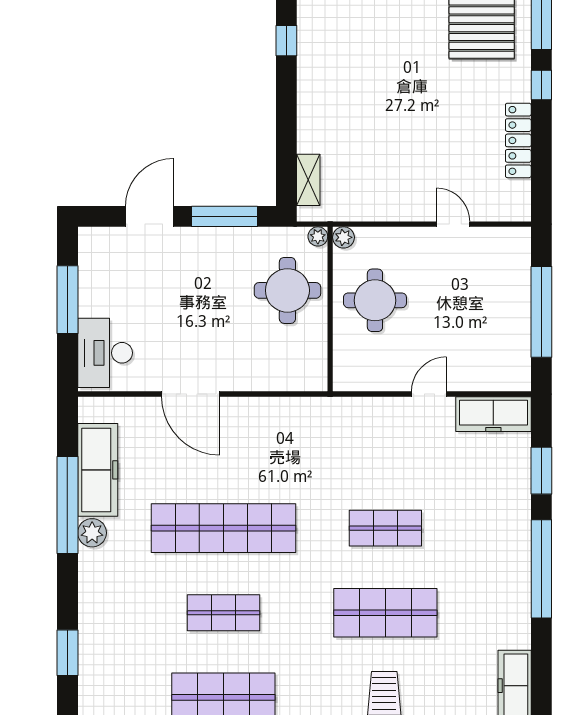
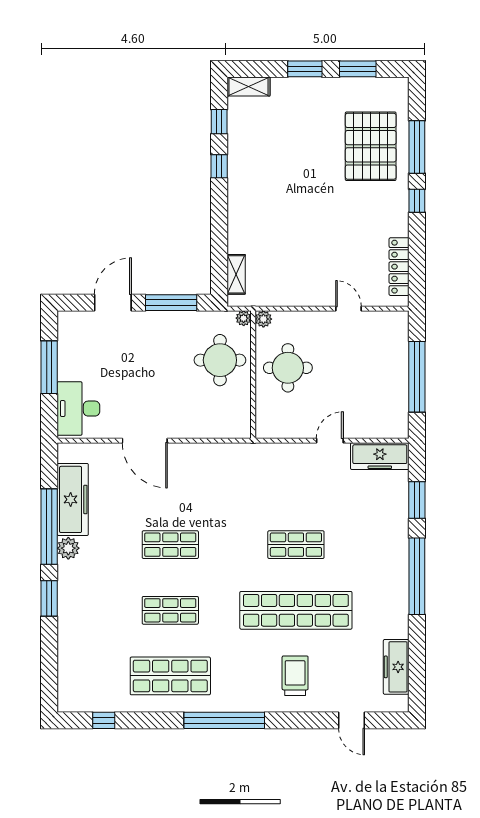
locker: (518, 140) -> (399, 267), moved
shop shelf: (223, 528) -> (170, 545), width x0.50, depth x0.74
shop shelf: (385, 613) -> (296, 610), width x1.40
window: (67, 653) -> (49, 598), moved

